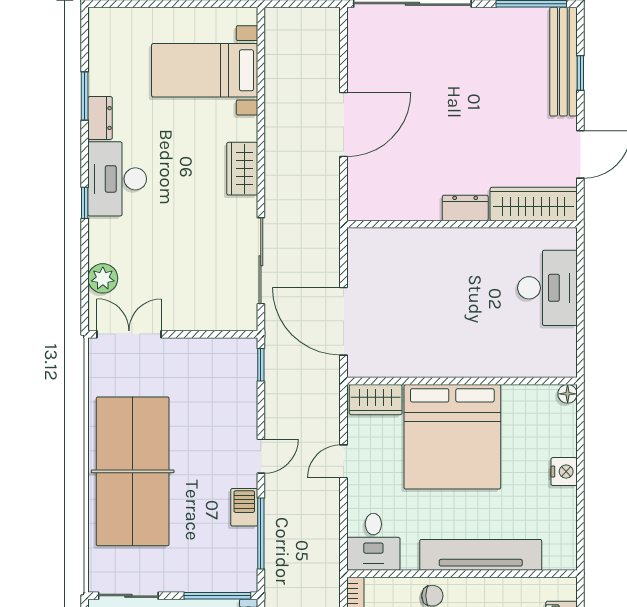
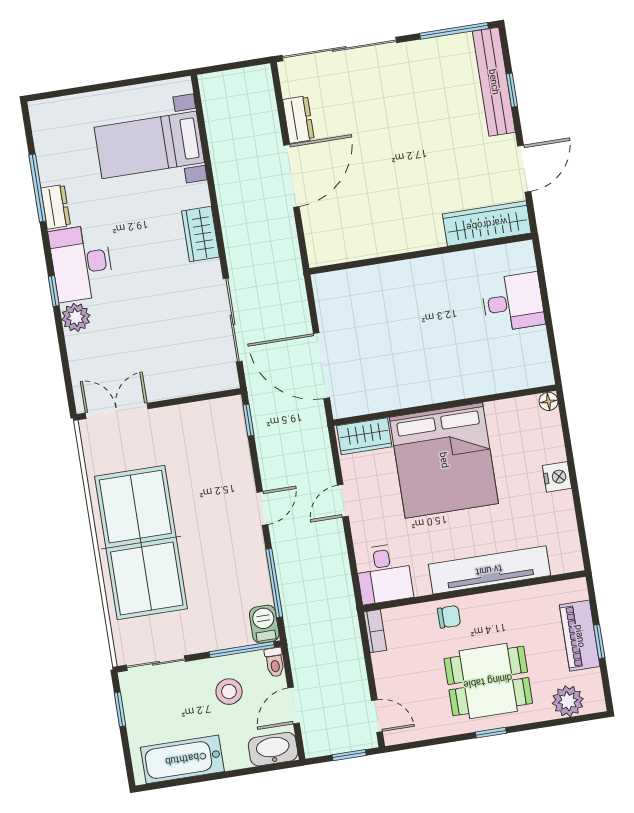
window: (85, 96) -> (37, 188), width x1.44
dresser: (465, 208) -> (298, 120), moved, turned 90
plant: (103, 278) -> (76, 317), moved
desk: (547, 288) -> (513, 302), width x0.73
barbecue: (244, 507) -> (264, 624), moved

